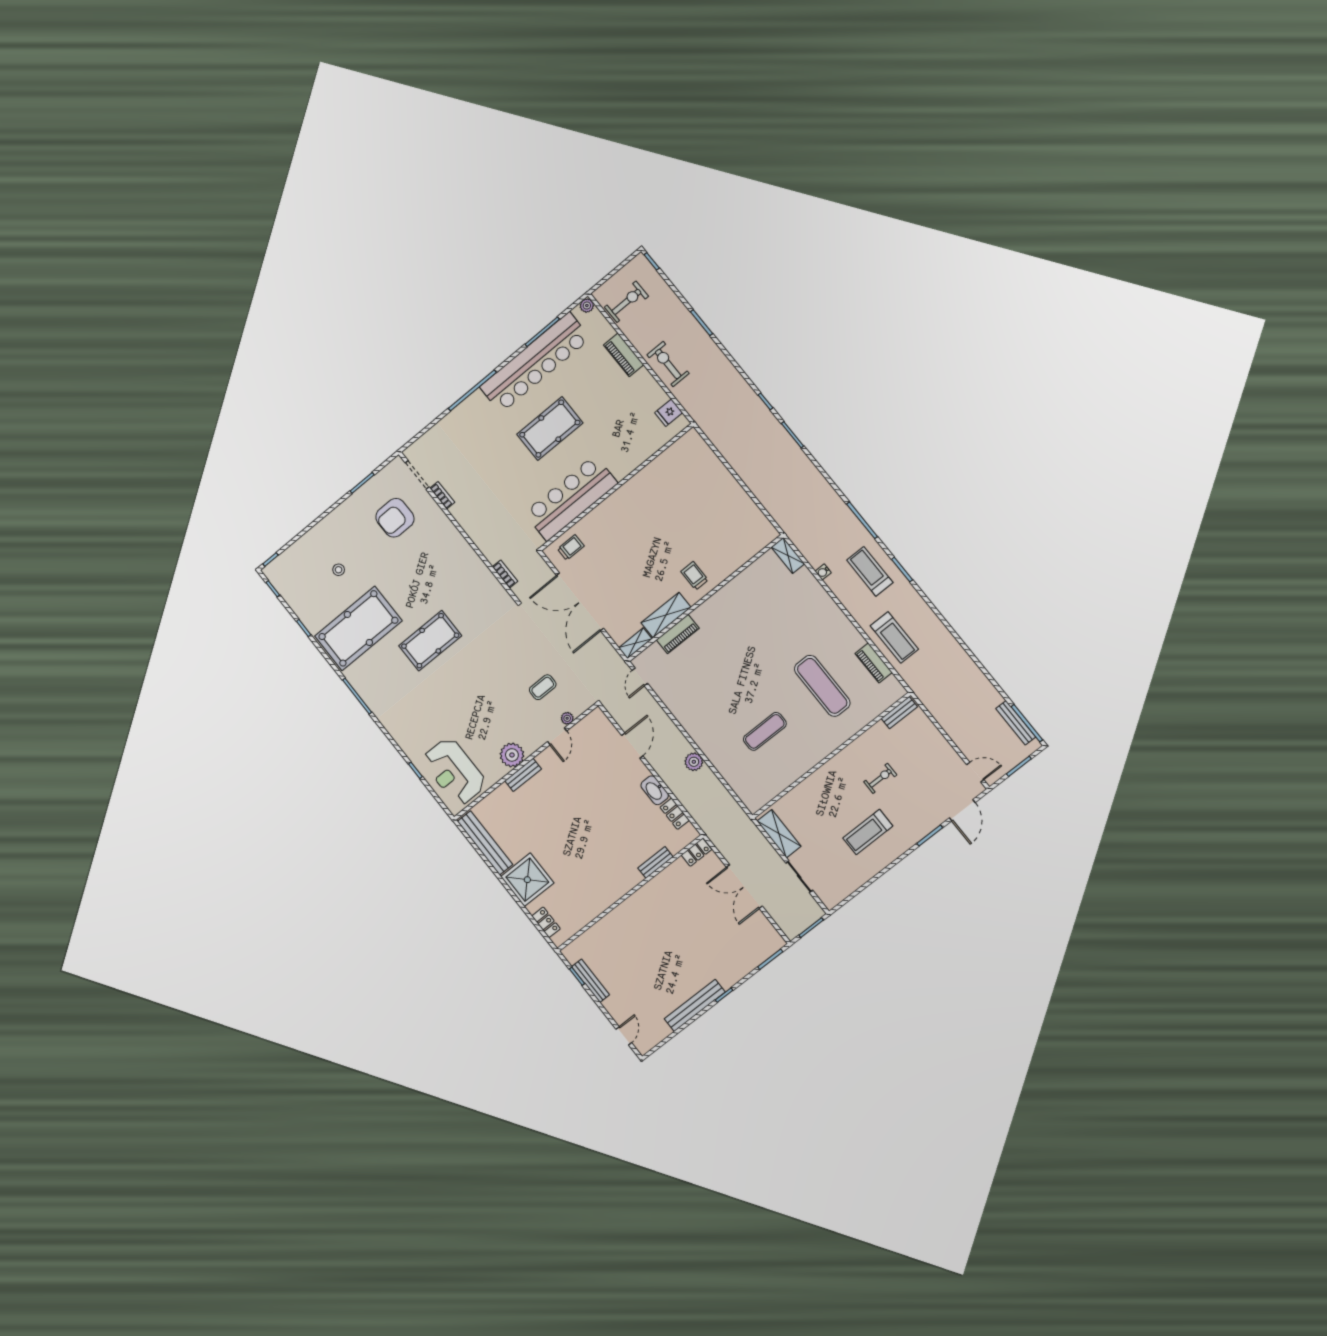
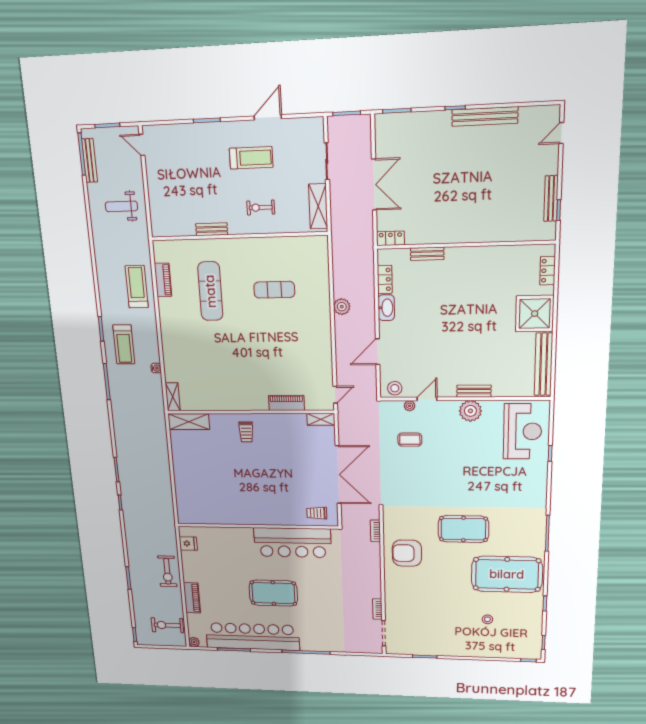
armchair: (395, 518) -> (407, 553), moved, turned 180
shelving: (666, 615) -> (189, 422), moved
weight bench: (958, 703) -> (121, 206), added
bench: (899, 713) -> (212, 229), moved
stool: (592, 724) -> (395, 388), added
exercise bike: (880, 778) -> (261, 207), moved
door: (962, 810) -> (268, 117), moved

